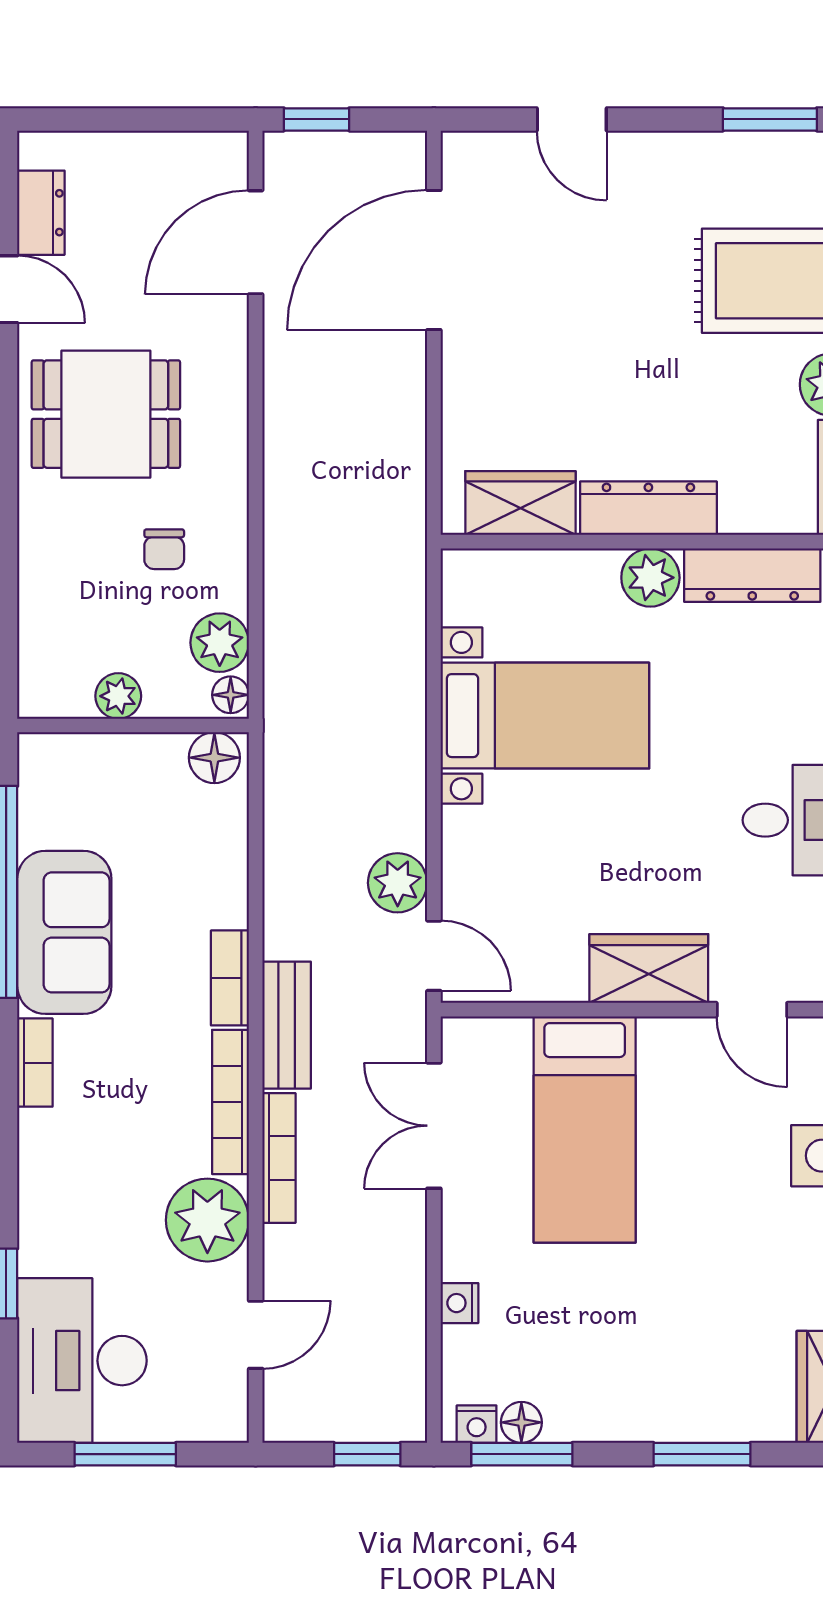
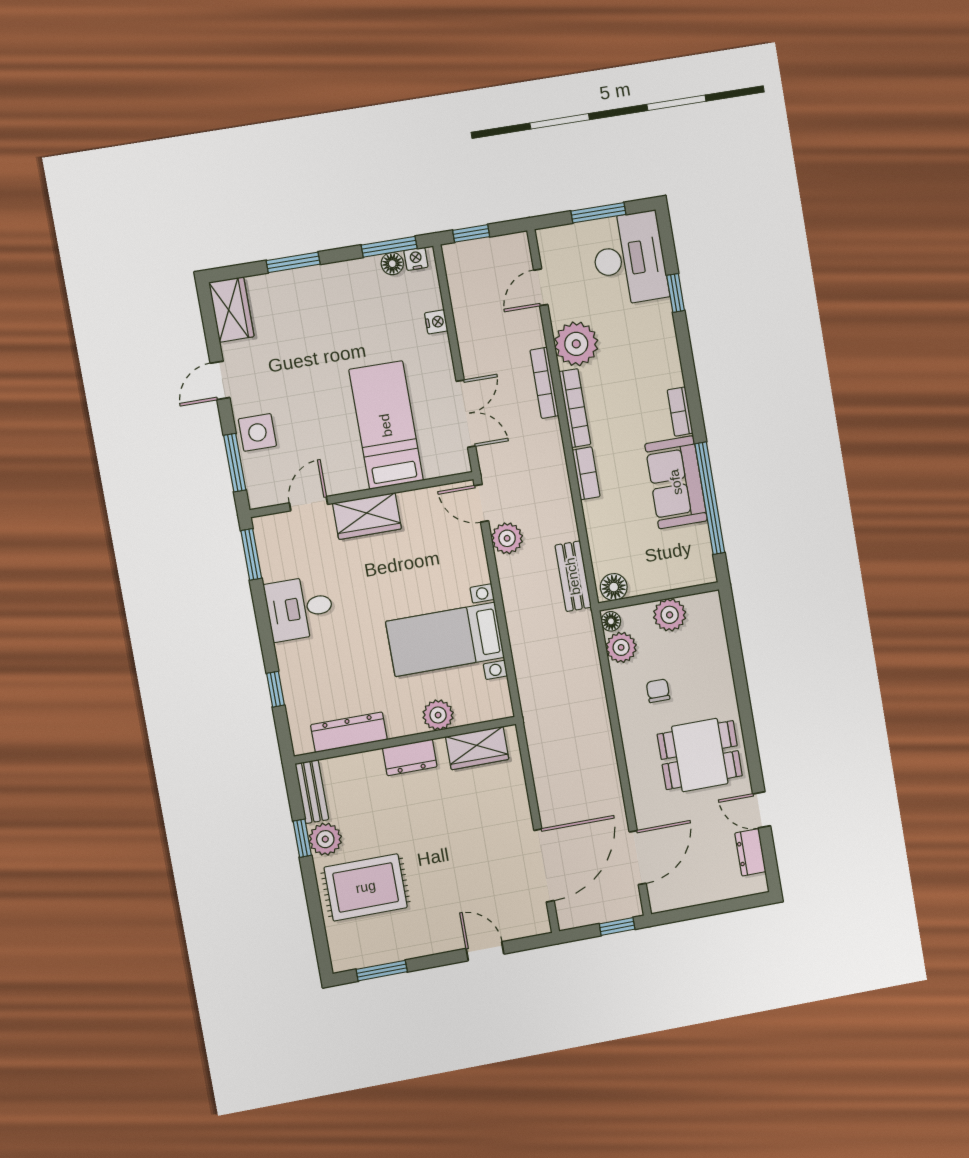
dresser: (648, 508) -> (410, 757), width x0.70
plant: (650, 578) -> (438, 715), moved
plant: (118, 696) -> (670, 615), width x1.38, depth x1.38
door: (752, 1010) -> (308, 504), hinge flipped
bench: (287, 1025) -> (573, 576), moved

